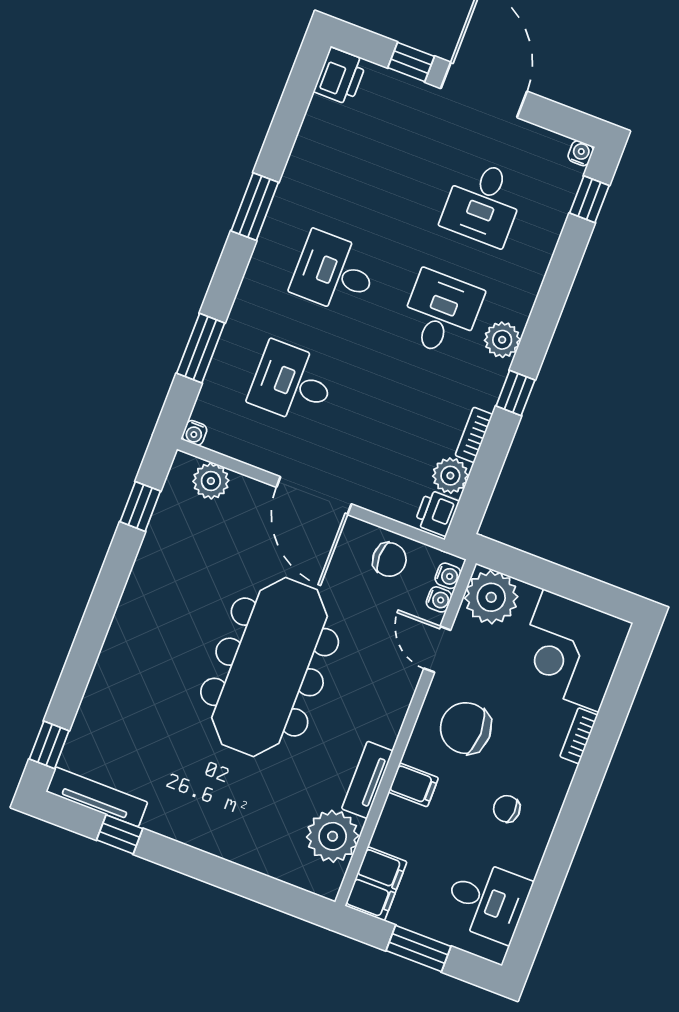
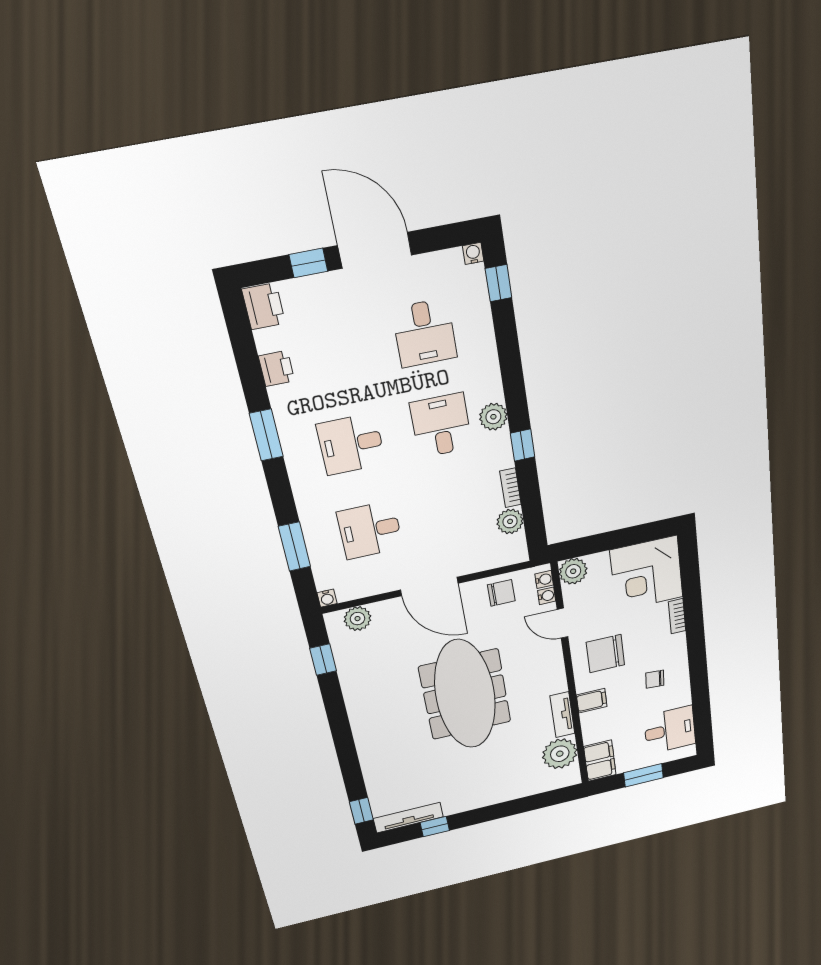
printer: (437, 513) -> (276, 368), moved, turned 180
plant: (491, 597) -> (573, 571), width x0.73, depth x0.73

